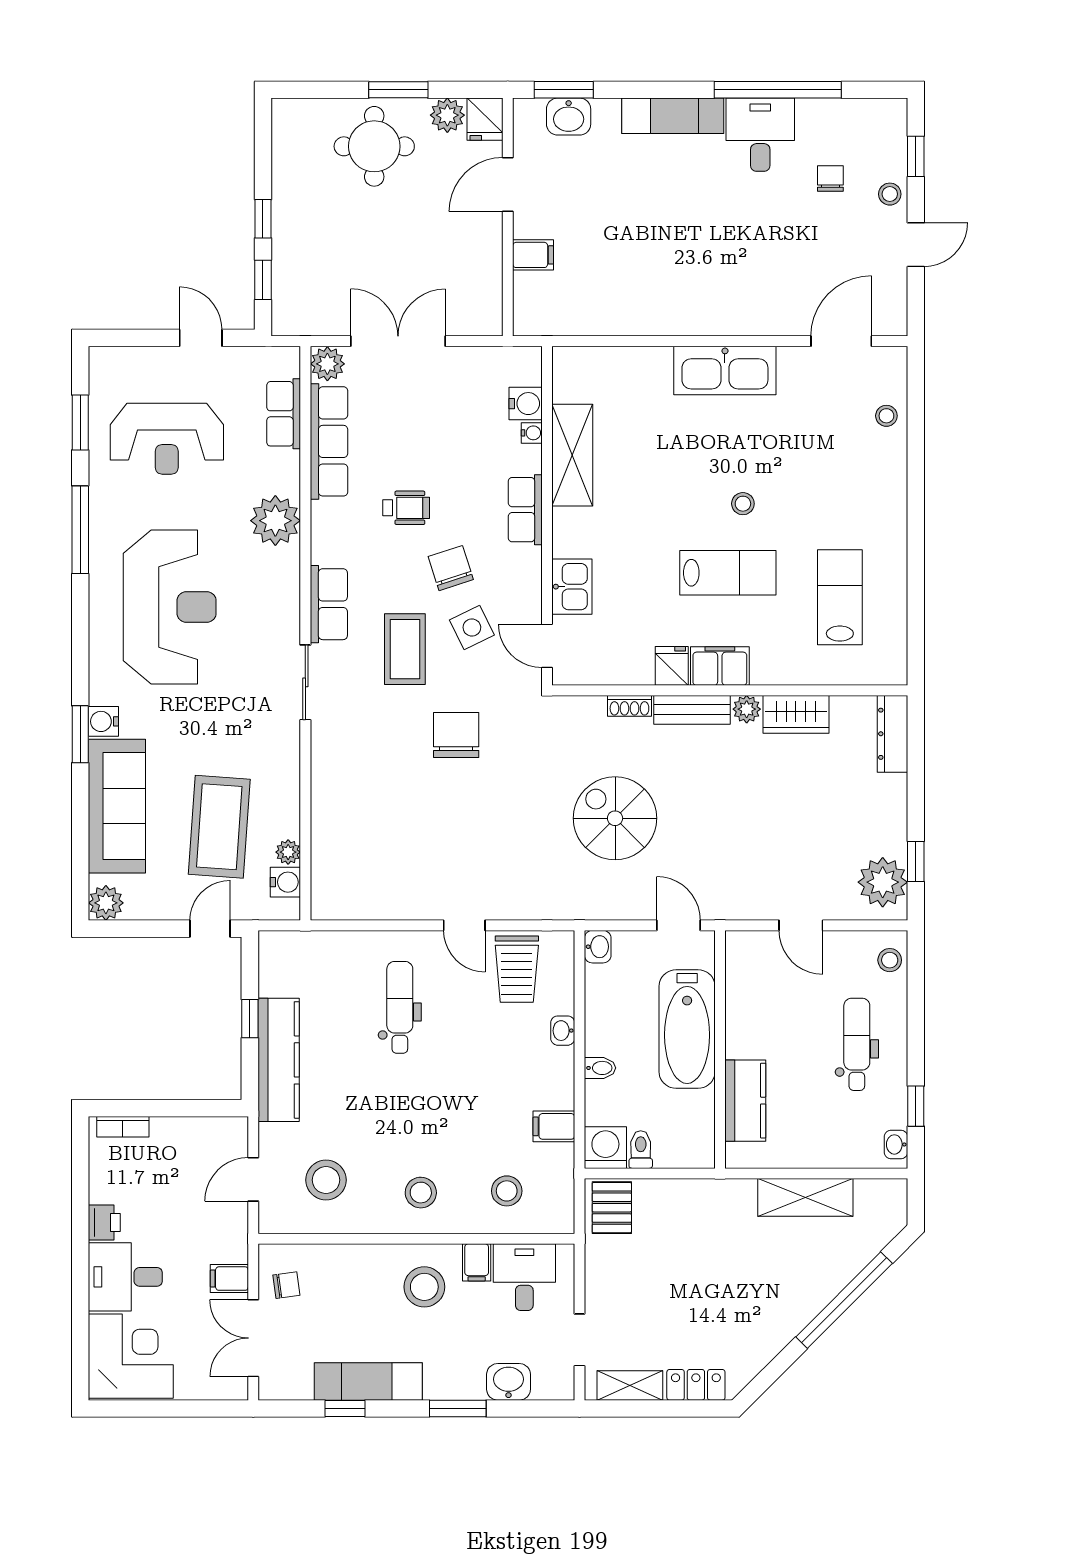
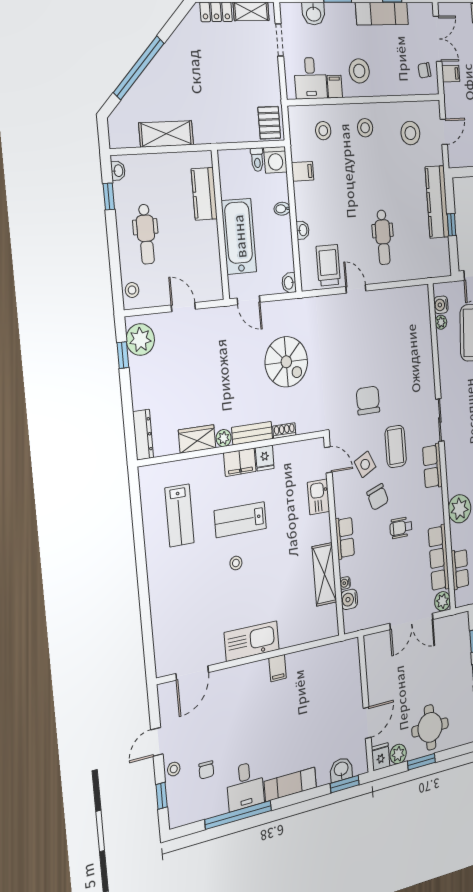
filing cabinet: (533, 255) -> (278, 668), moved, turned -90
stool: (886, 416) -> (164, 633), removed
chair: (456, 735) -> (368, 400), turned 180

